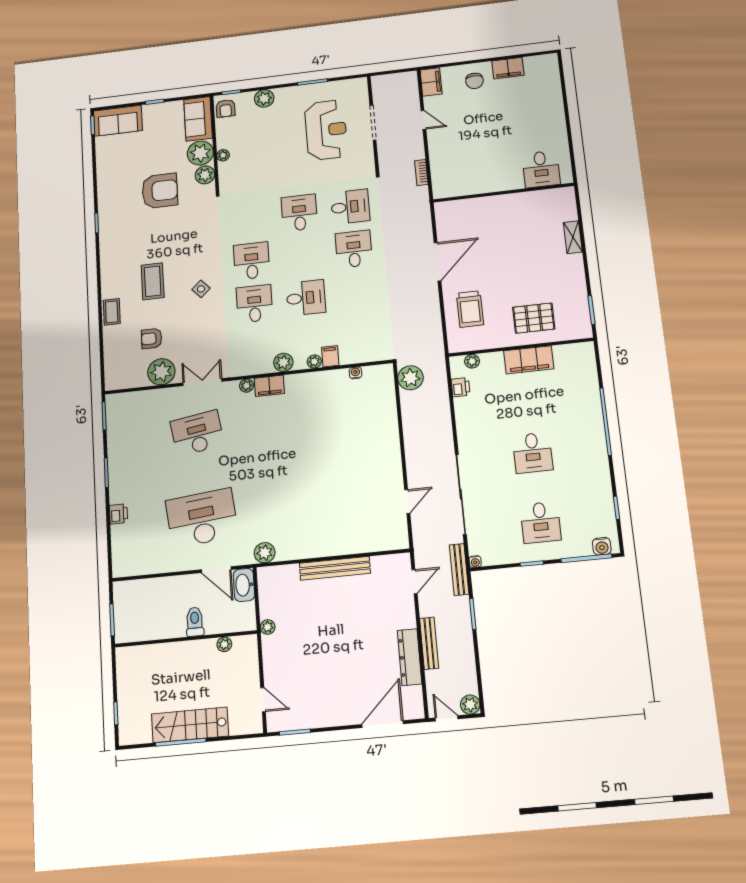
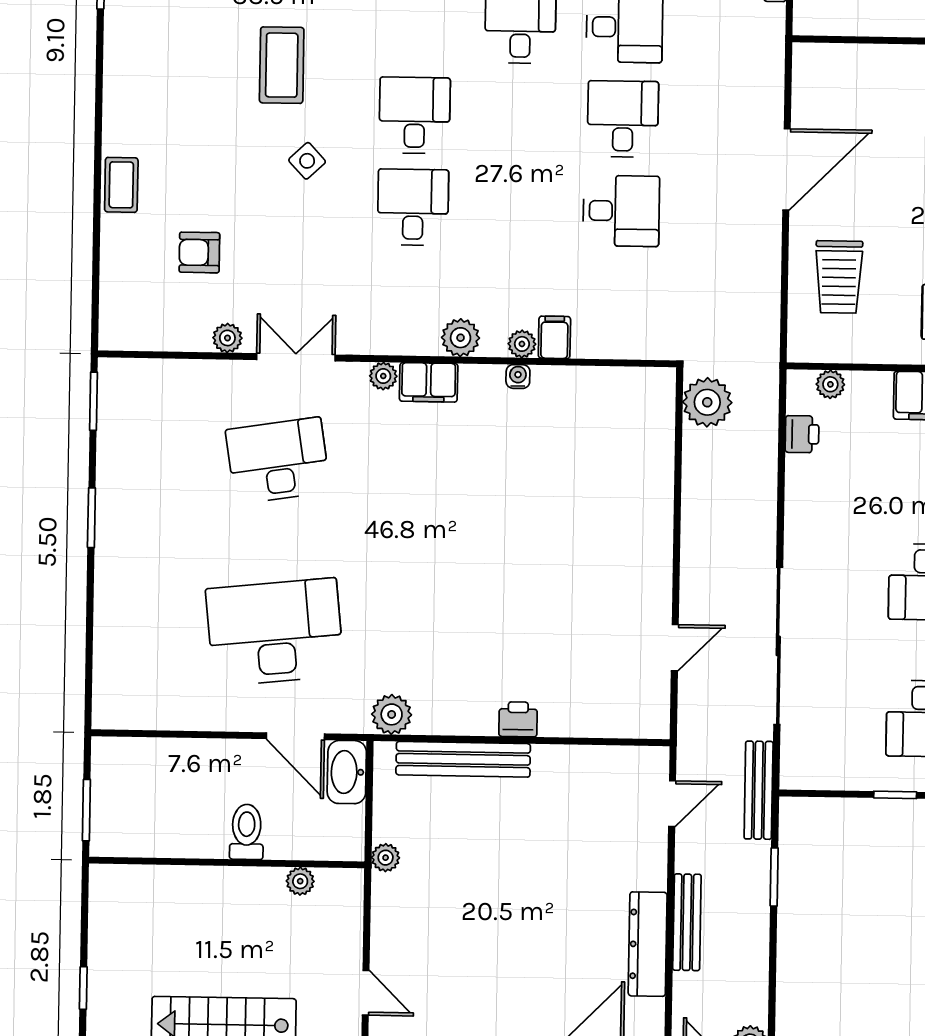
coffee table: (153, 281) -> (282, 65), moved
desk: (306, 298) -> (621, 211), moved
plant: (161, 372) -> (227, 338), width x0.53, depth x0.53
water cooler: (355, 373) -> (518, 376), moved
printer: (118, 514) -> (518, 719), moved, turned -90
water cooler: (475, 562) -> (790, 779), removed
bench: (335, 568) -> (463, 759), moved

